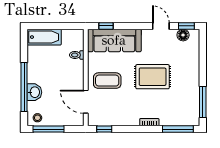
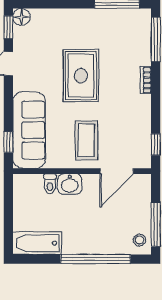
floor lamp: (183, 35) -> (21, 17), moved
bathtub: (44, 37) -> (37, 243), moved, turned -90
washbasin: (34, 92) -> (70, 184), moved, turned 180

